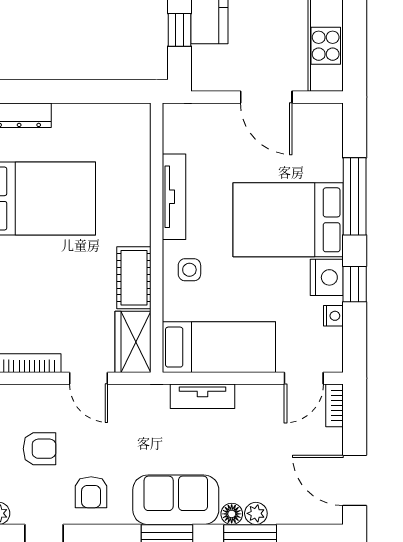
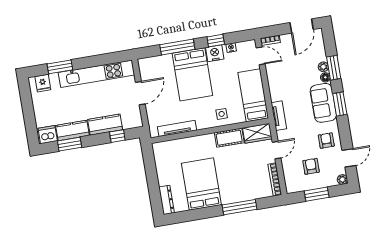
tv unit: (174, 197) -> (177, 128), moved
tv unit: (202, 396) -> (279, 116), moved
armchair: (91, 492) -> (326, 141), turned -90

